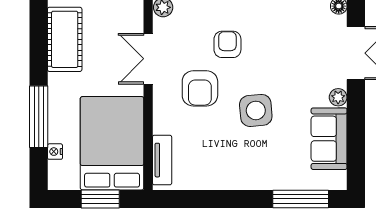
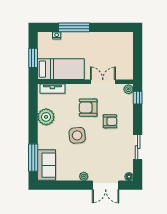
cot: (65, 39) -> (112, 40), removed
sofa: (329, 139) -> (46, 165), moved, turned 90
bed: (112, 143) -> (61, 69), width x0.67
plant: (219, 173) -> (46, 117), added

